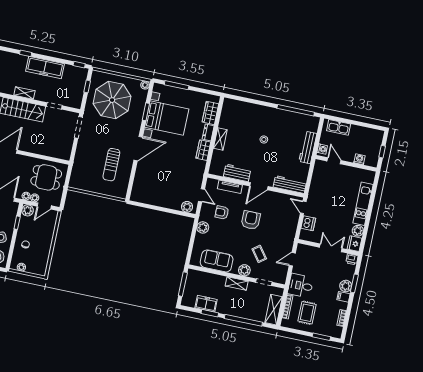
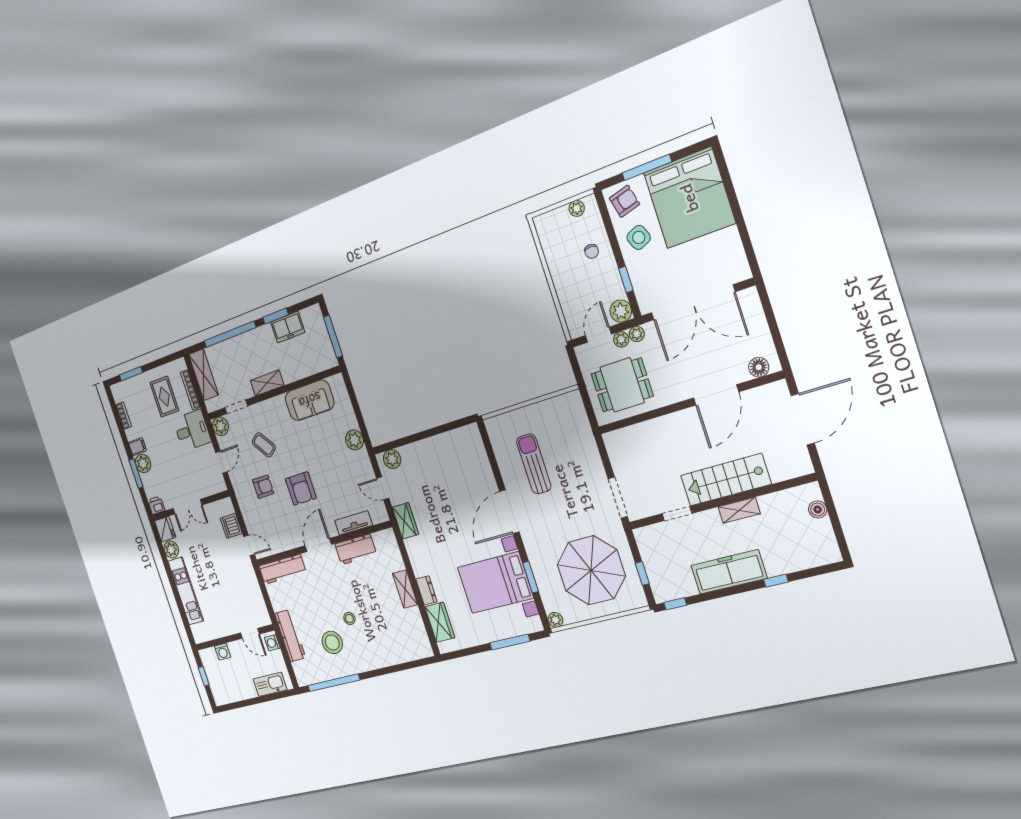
stool: (283, 132) -> (332, 643), added
wardrobe: (203, 150) -> (405, 521), moved
armchair: (222, 212) -> (263, 487), moved
plant: (244, 270) -> (220, 426), moved

